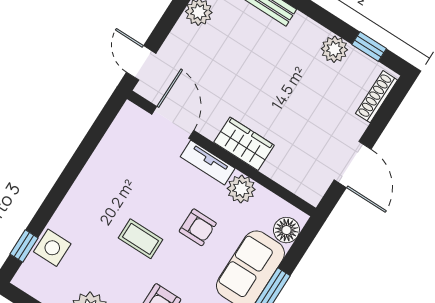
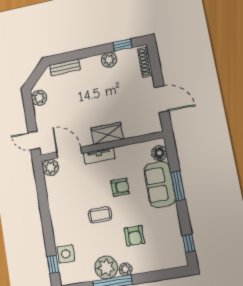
plant: (241, 189) -> (50, 167), moved

